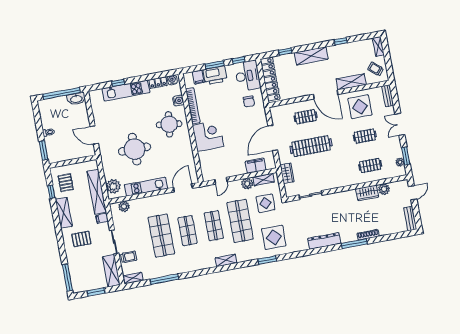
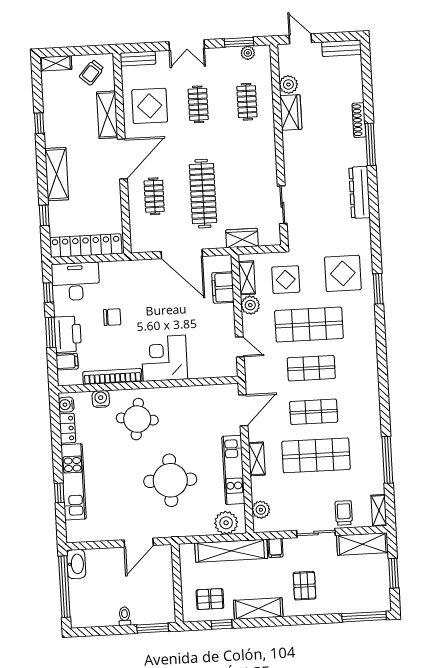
chair: (249, 101) -> (112, 317), moved
door: (183, 188) -> (243, 410), swing flipped
shelving: (226, 260) -> (257, 459), moved

